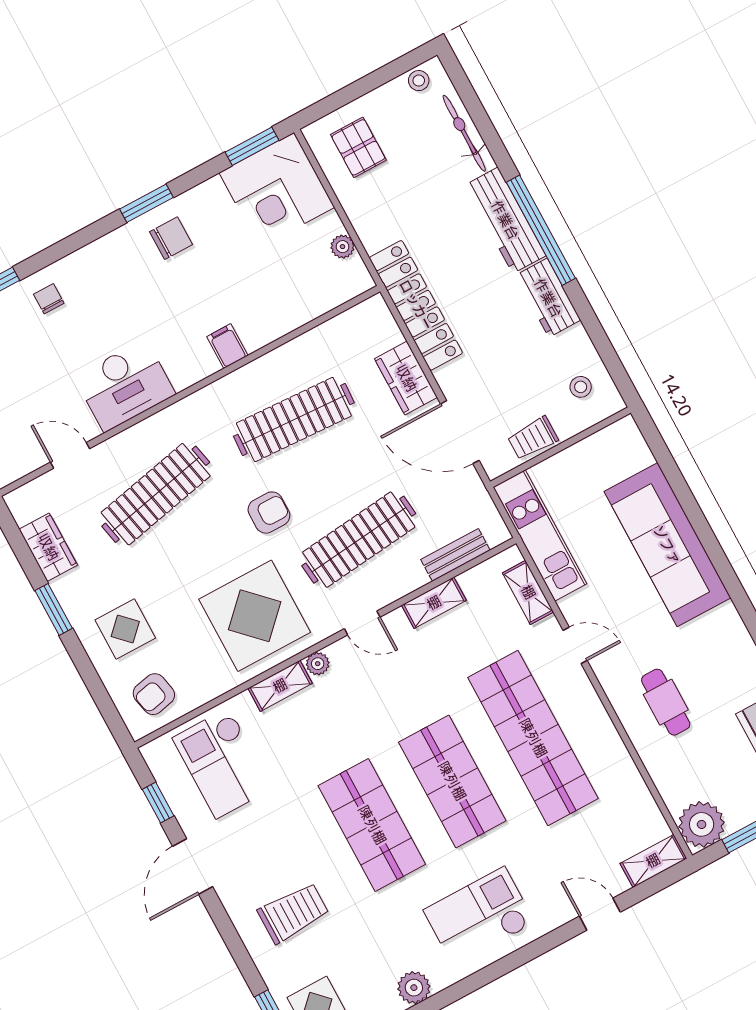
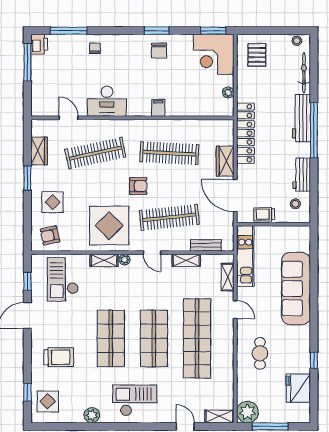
chair: (171, 238) -> (159, 51), turned 90
workbench: (548, 298) -> (302, 175), moved

